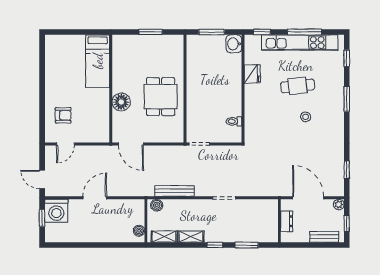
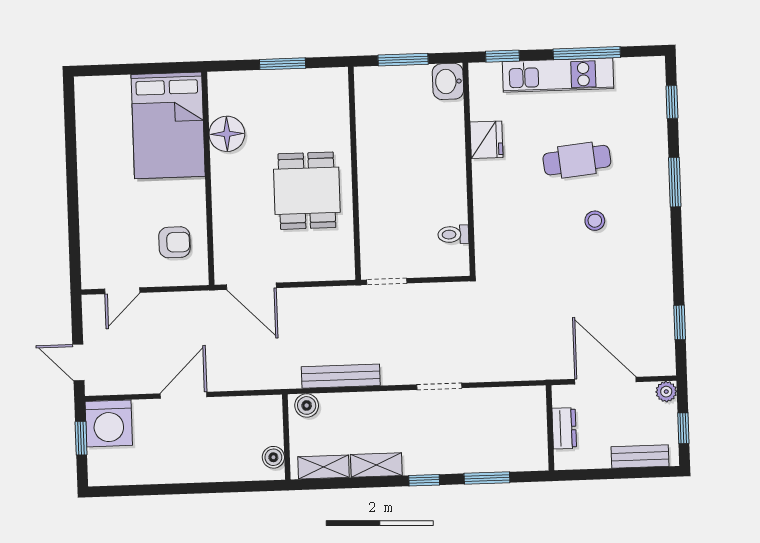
kitchen unit: (300, 43) -> (558, 75), width x0.73
bed: (98, 61) -> (168, 125), width x1.50
floor lamp: (121, 102) -> (227, 134), moved
armchair: (63, 115) -> (174, 242), moved

